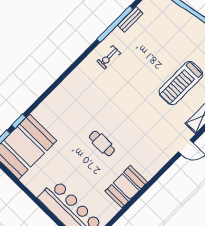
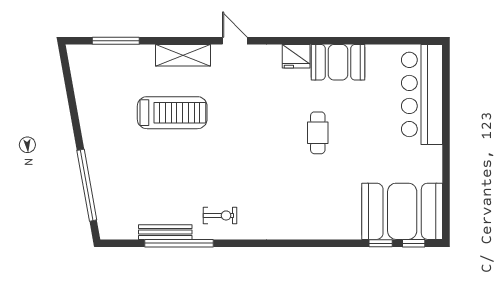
bench: (130, 20) -> (165, 232), width x1.36
fridge: (149, 169) -> (296, 56), added

